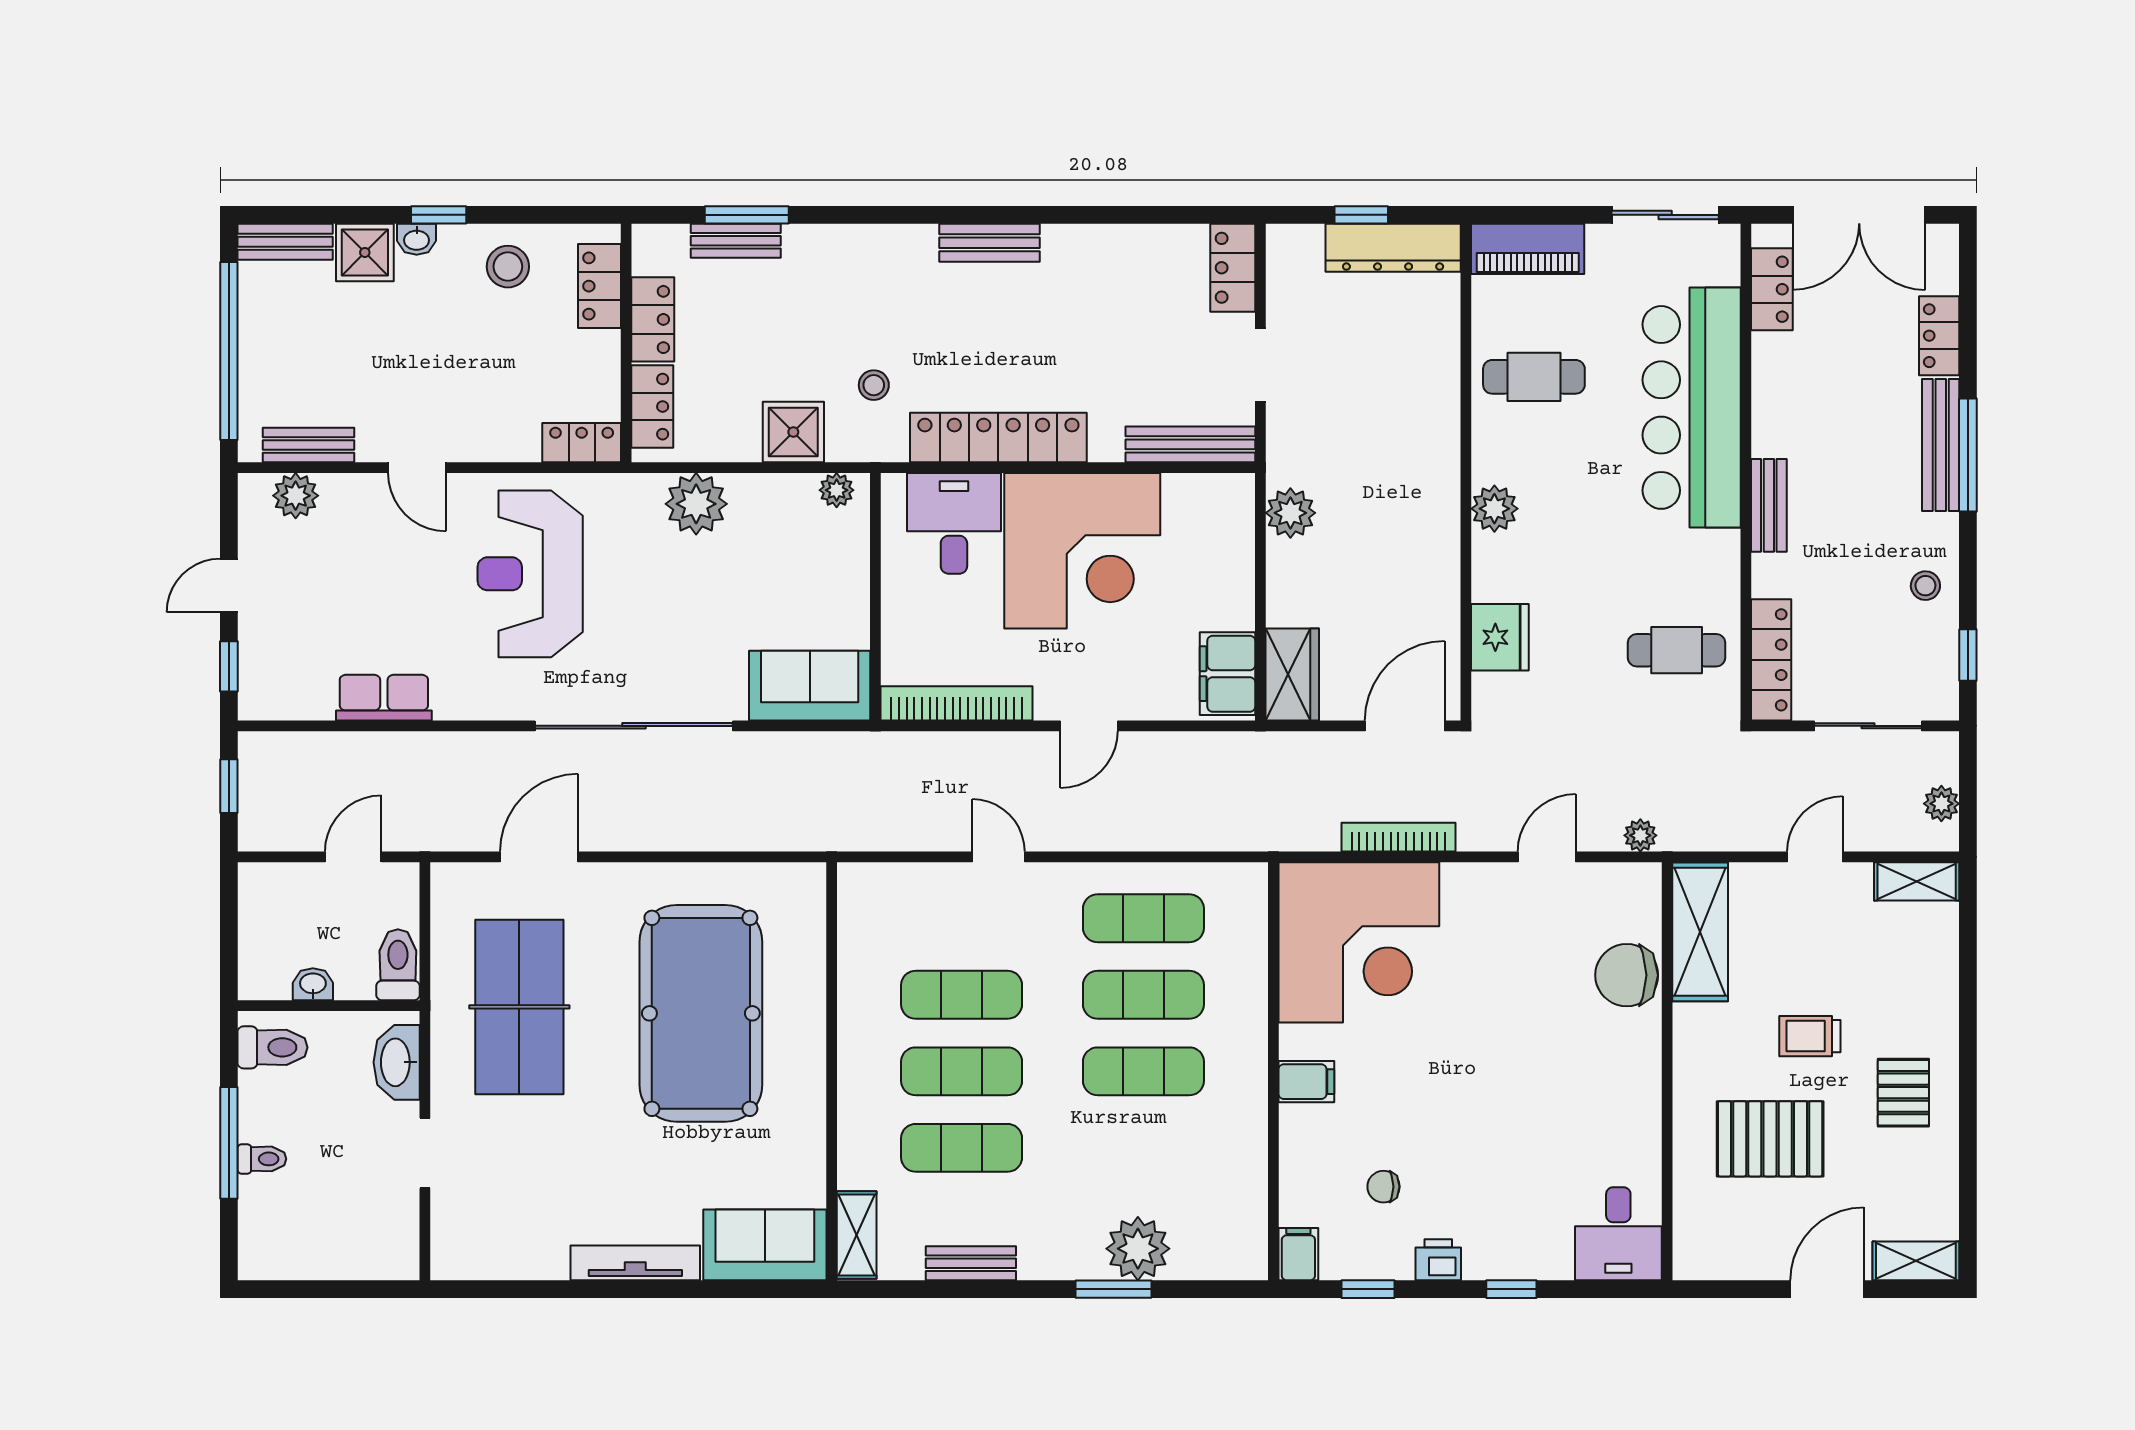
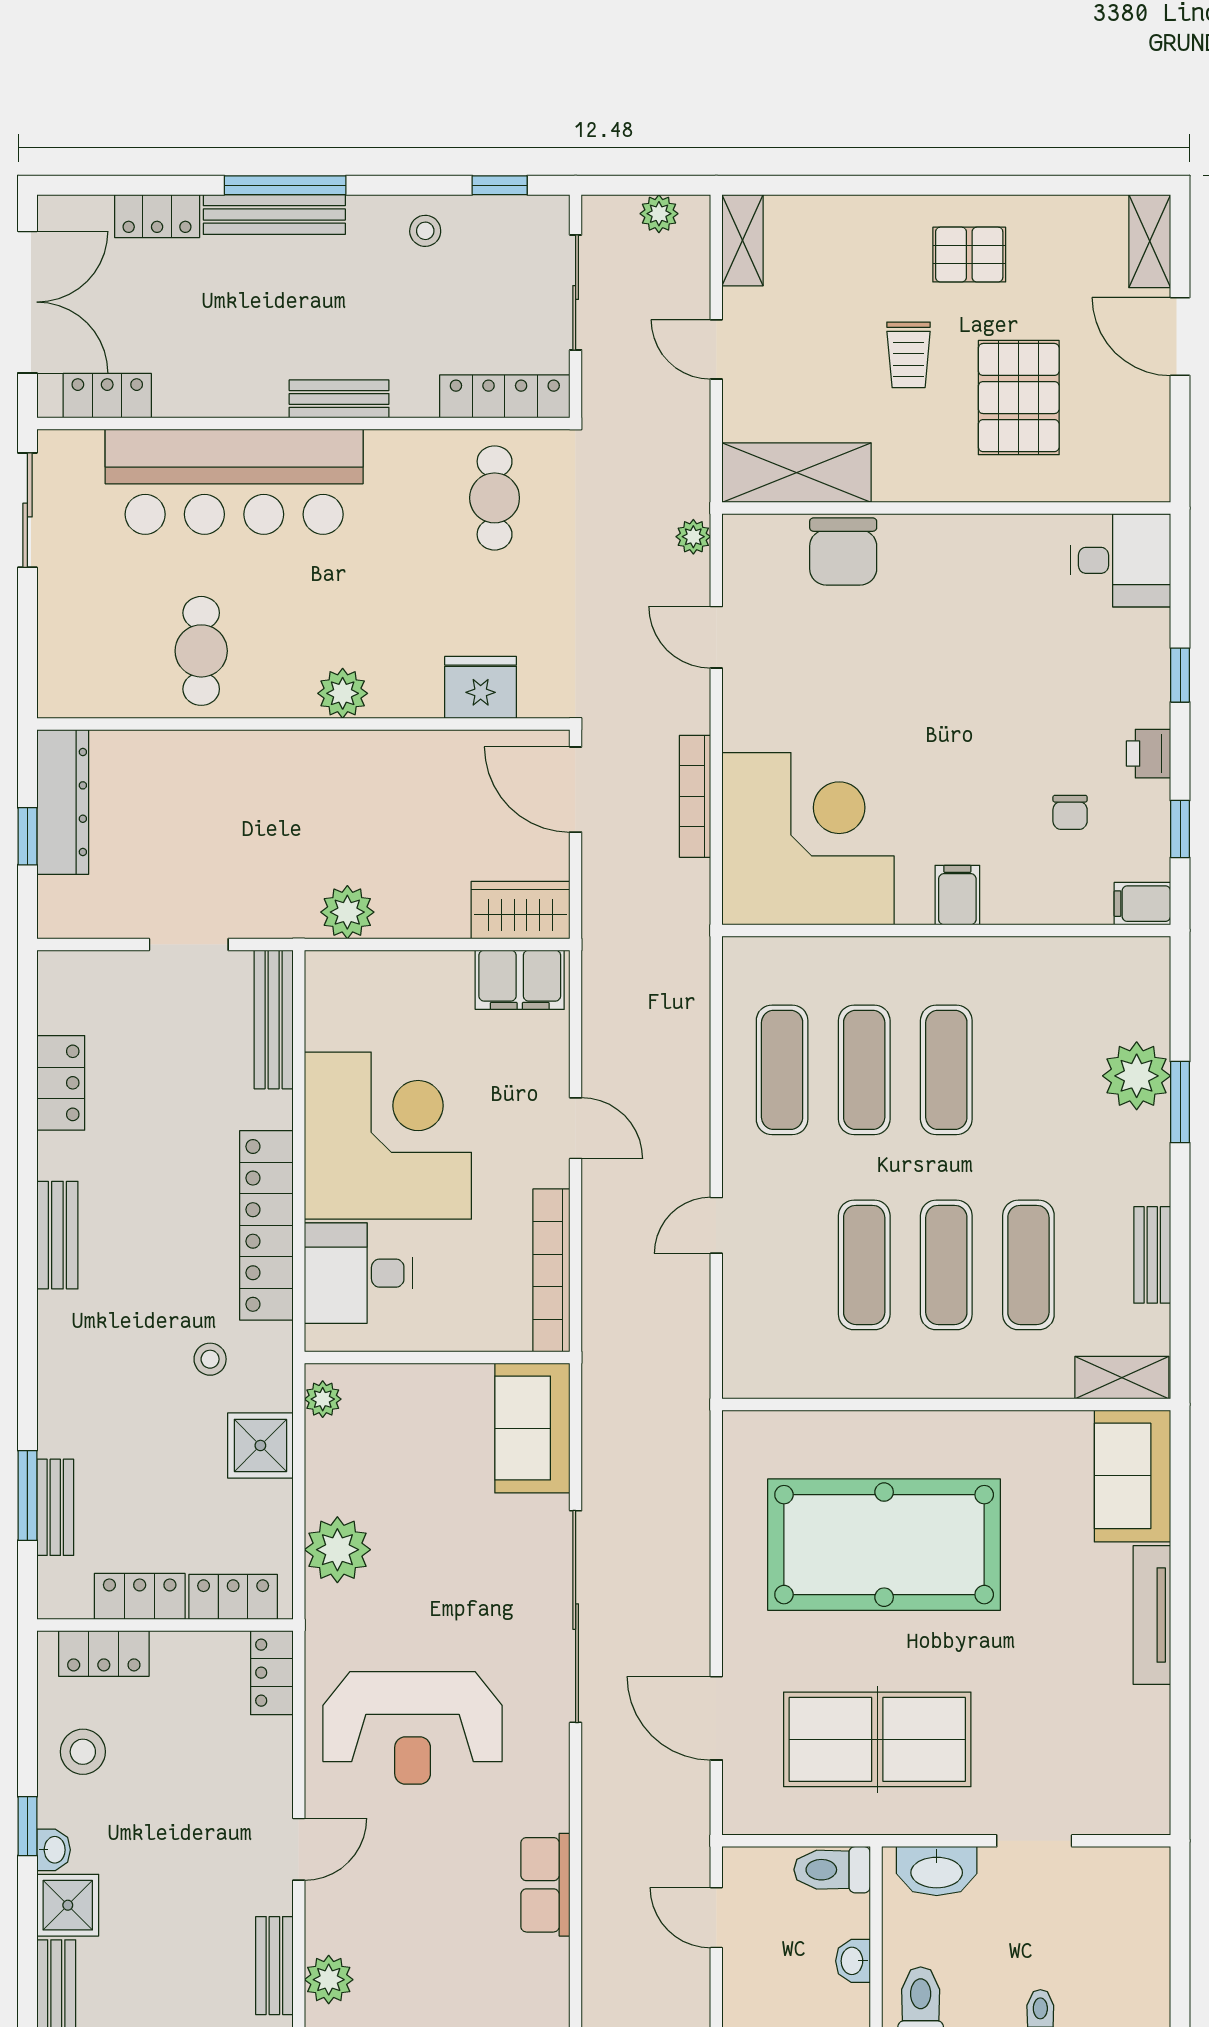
piano: (1528, 249) -> (64, 658), removed
locker: (1233, 268) -> (61, 1083), moved, turned -90

